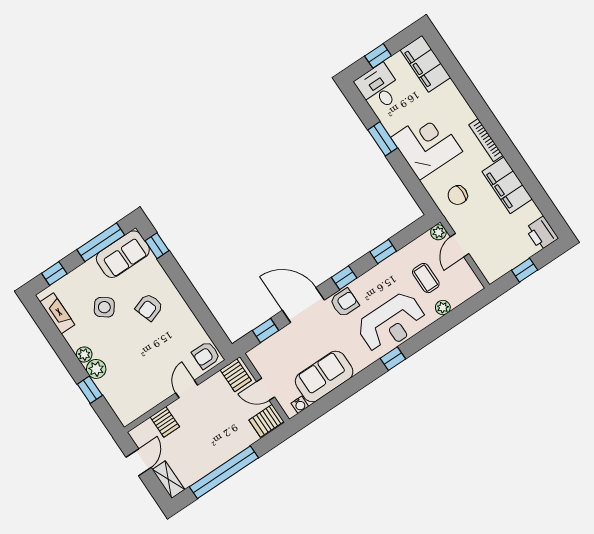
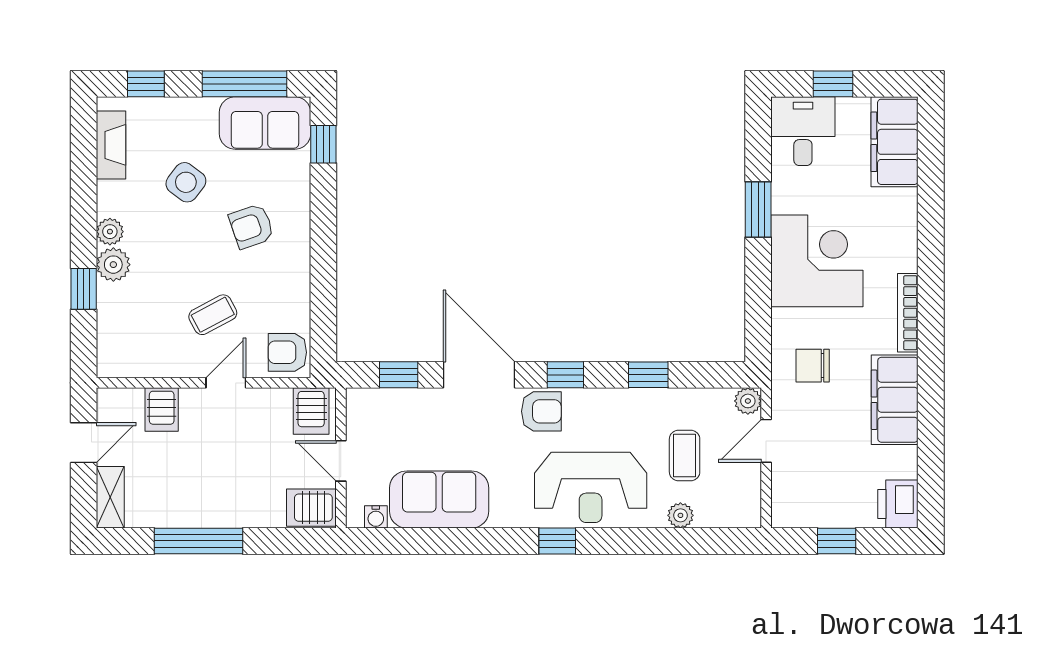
coffee table: (159, 361) -> (213, 315), added
window: (224, 472) -> (198, 541), width x0.68

